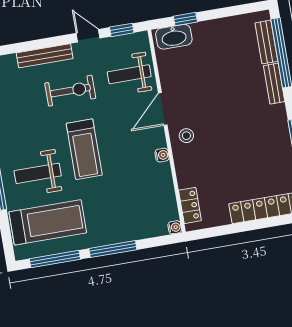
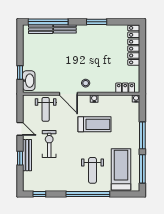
window: (122, 30) -> (20, 158), moved
door: (88, 36) -> (20, 129), swing flipped
treadmill: (84, 149) -> (95, 124), moved

